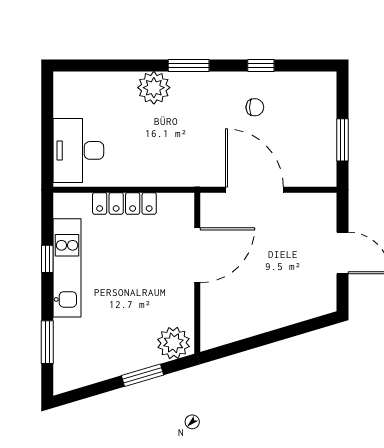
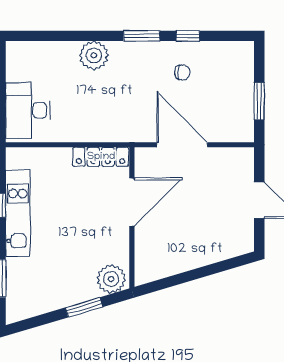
window: (189, 65) -> (142, 36), moved
locker: (124, 203) -> (101, 157), moved

